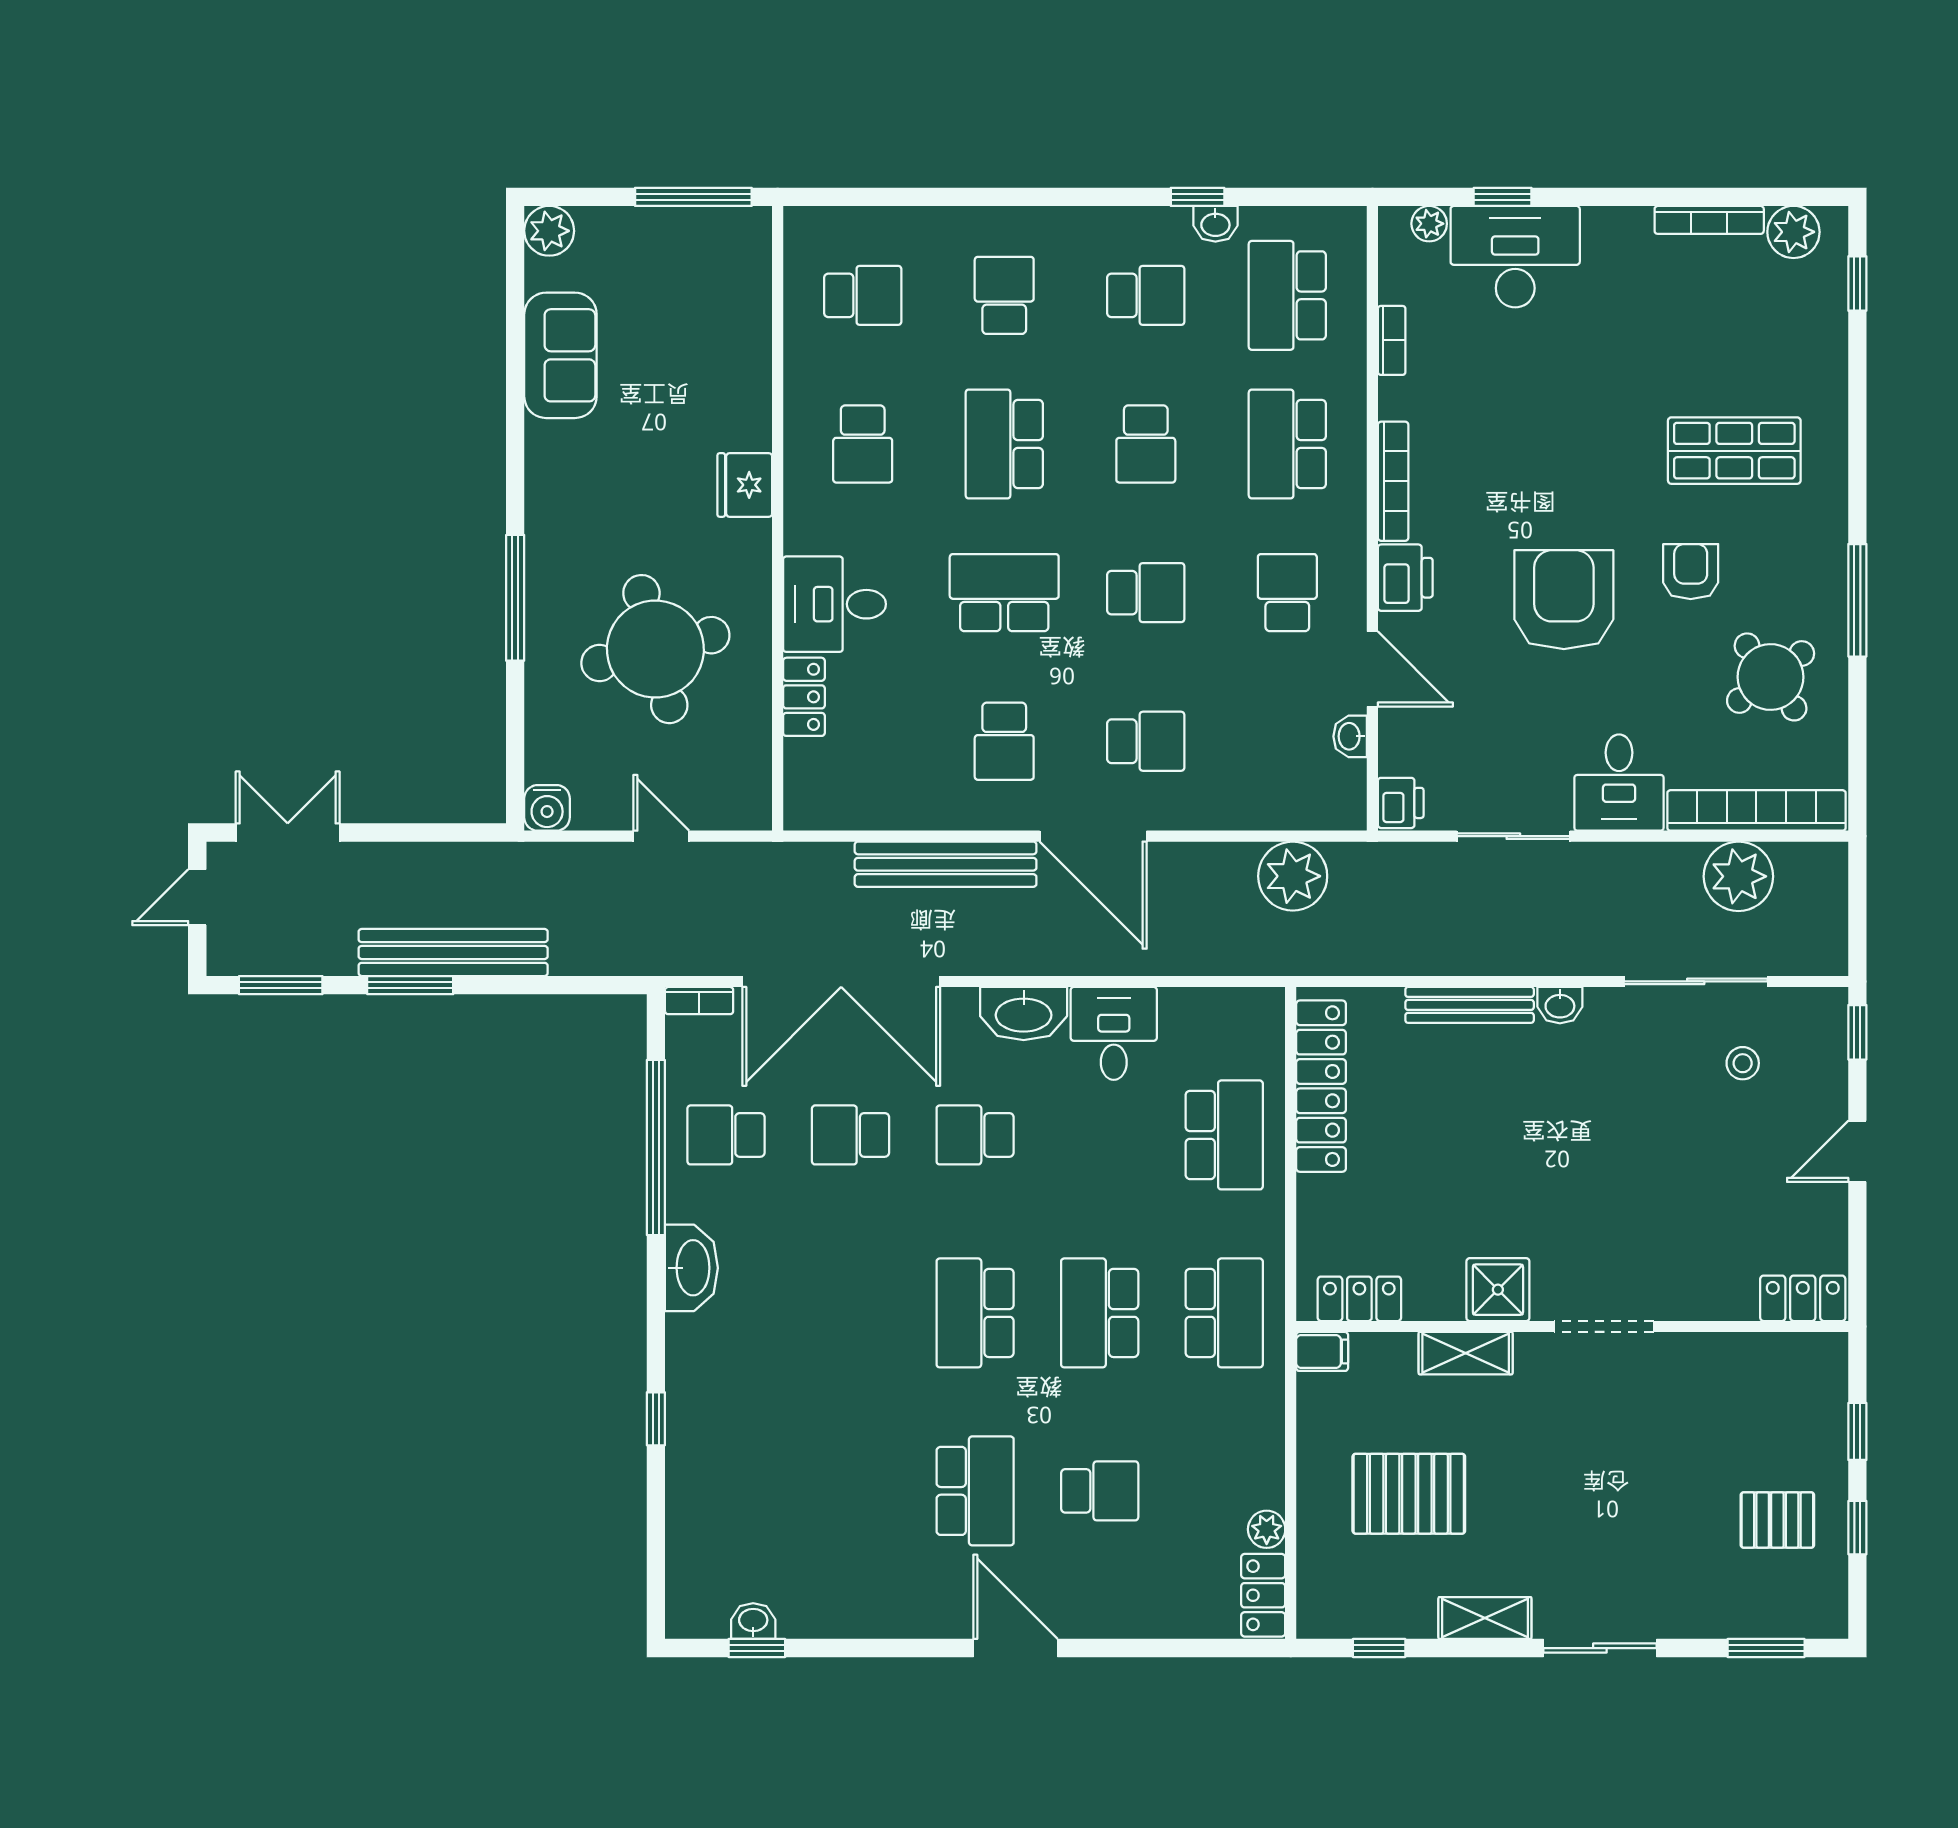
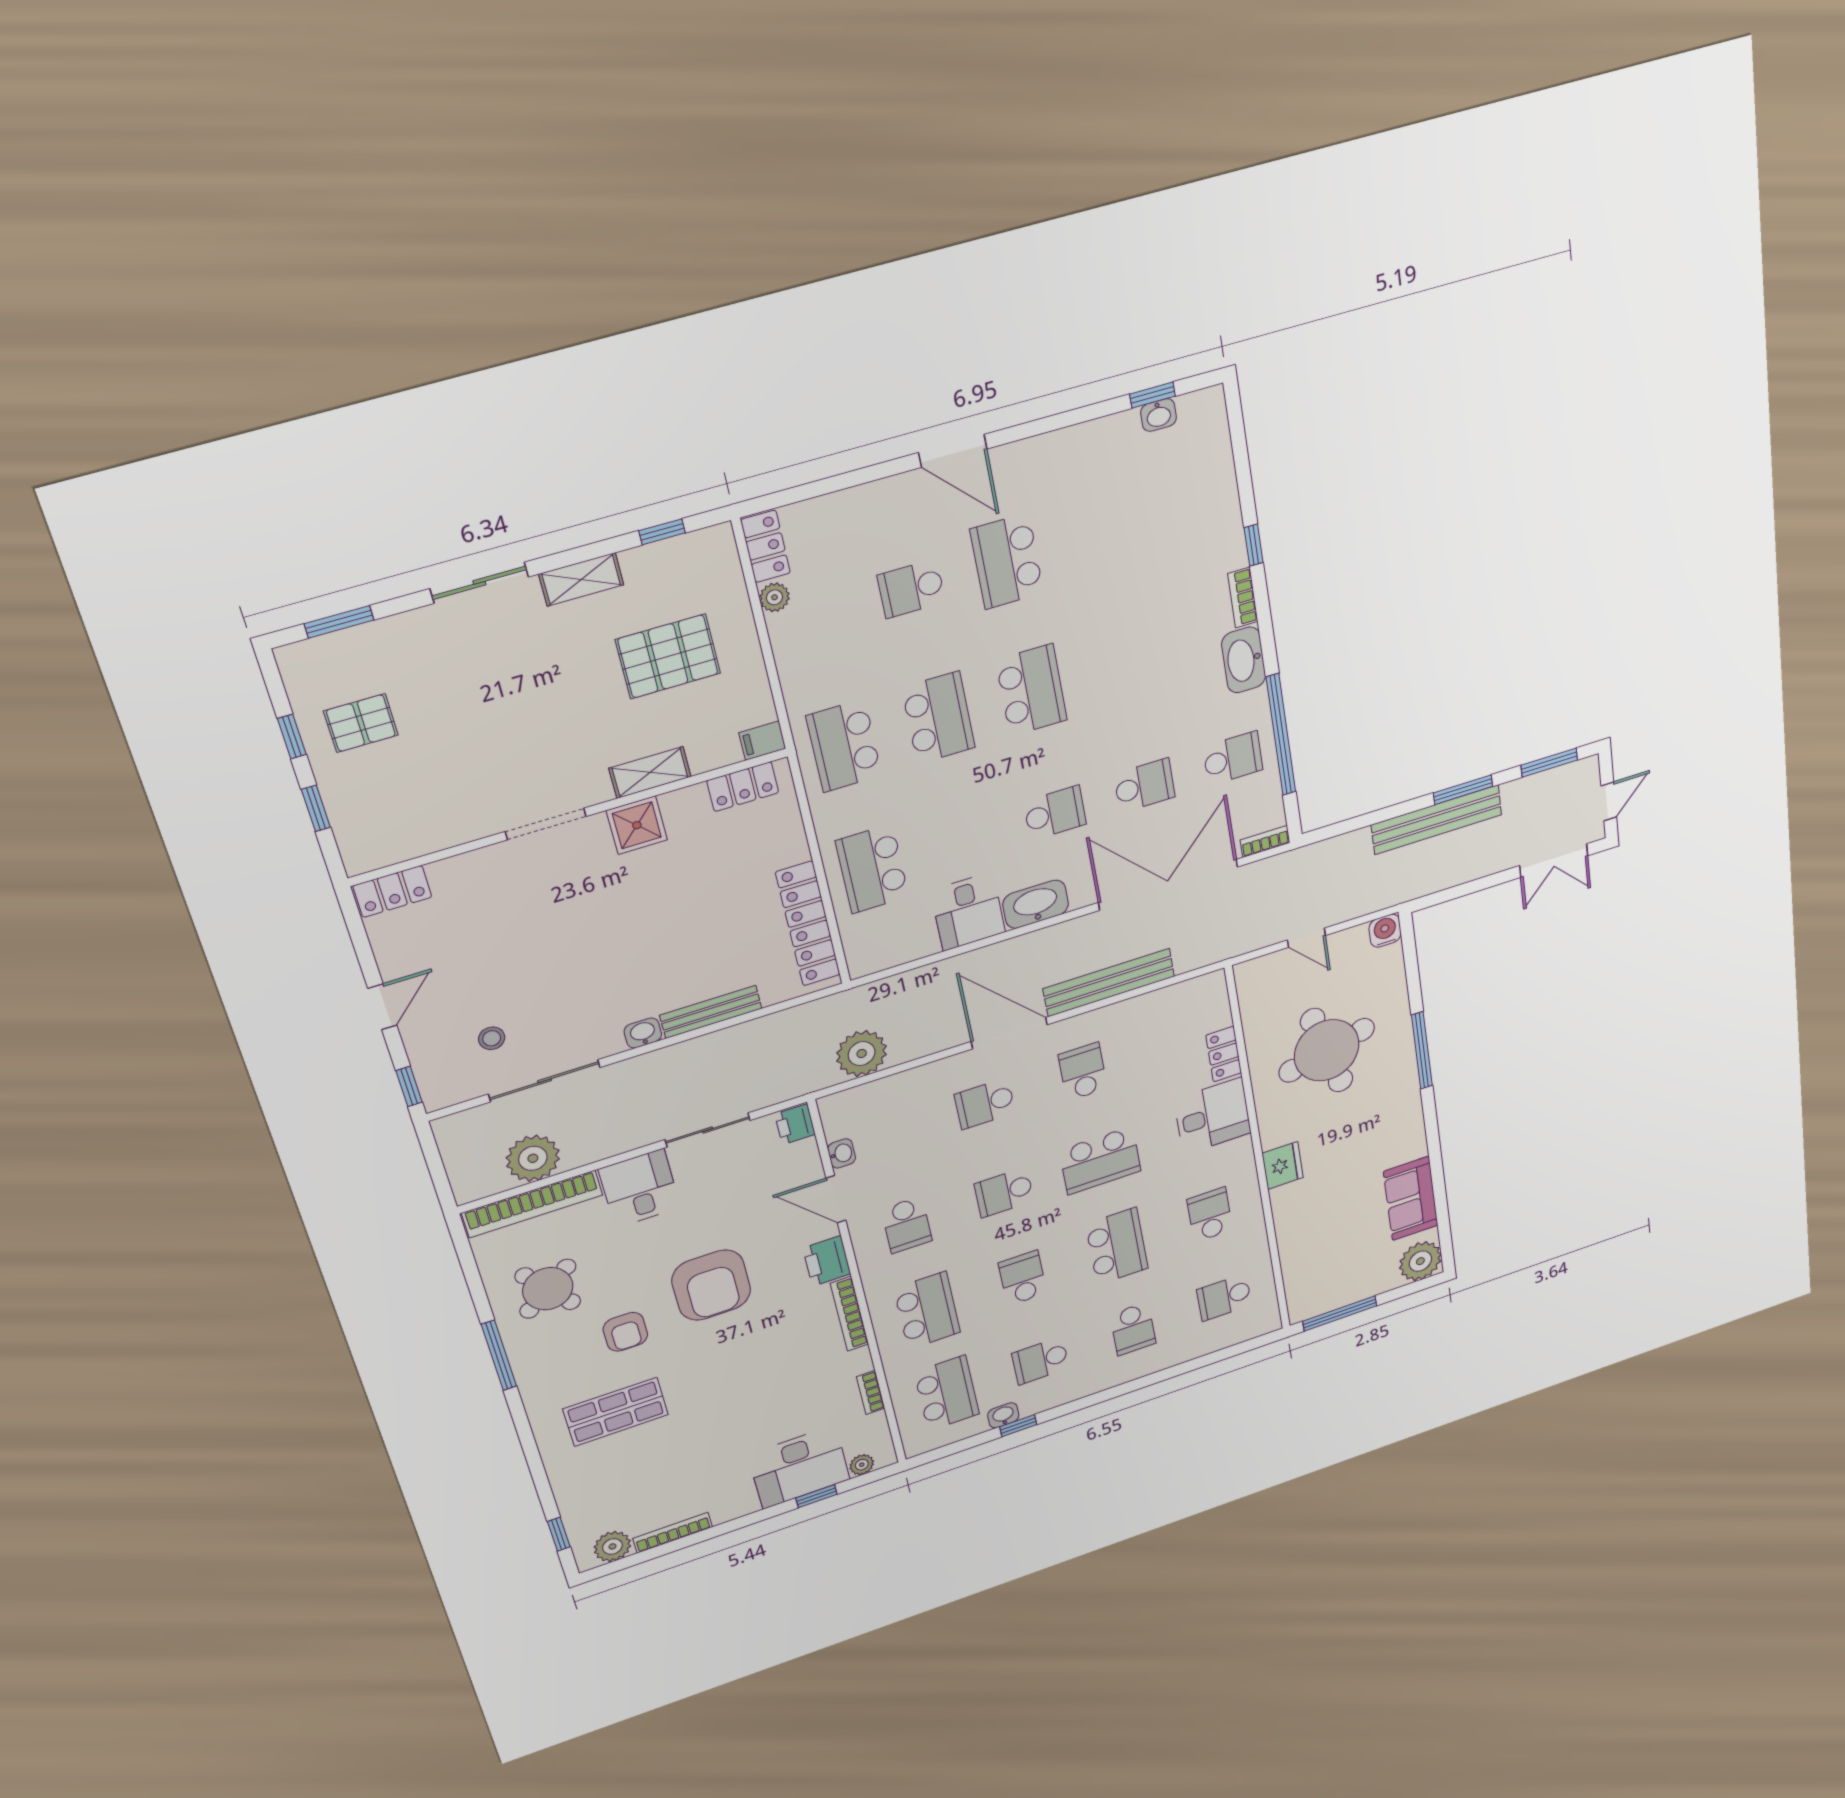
plant: (549, 231) -> (1420, 1261), width x1.36, depth x1.36
bookcase: (680, 1353) -> (1243, 598), added

